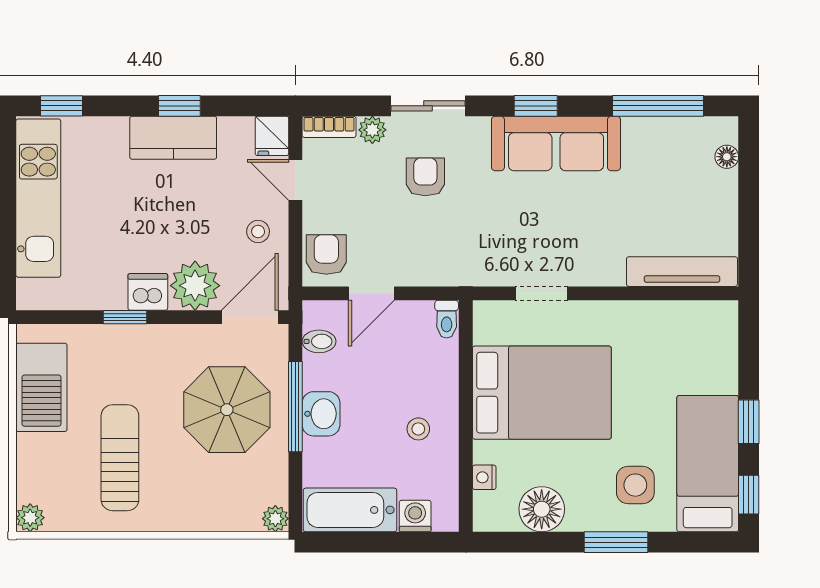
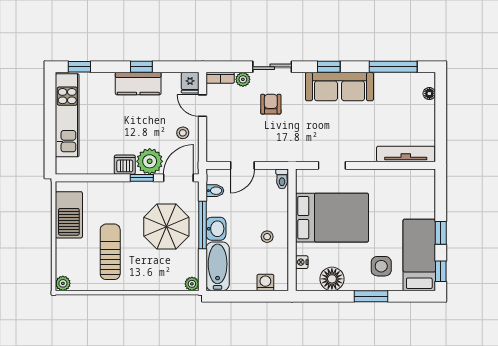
armchair: (326, 255) -> (219, 145), removed
window: (125, 317) -> (142, 178), moved
bathtub: (350, 510) -> (218, 266), moved, turned 90

